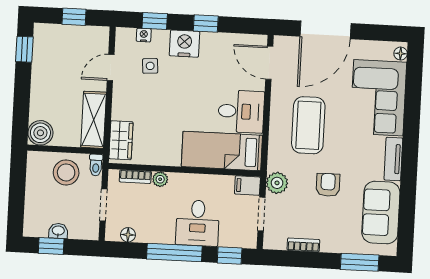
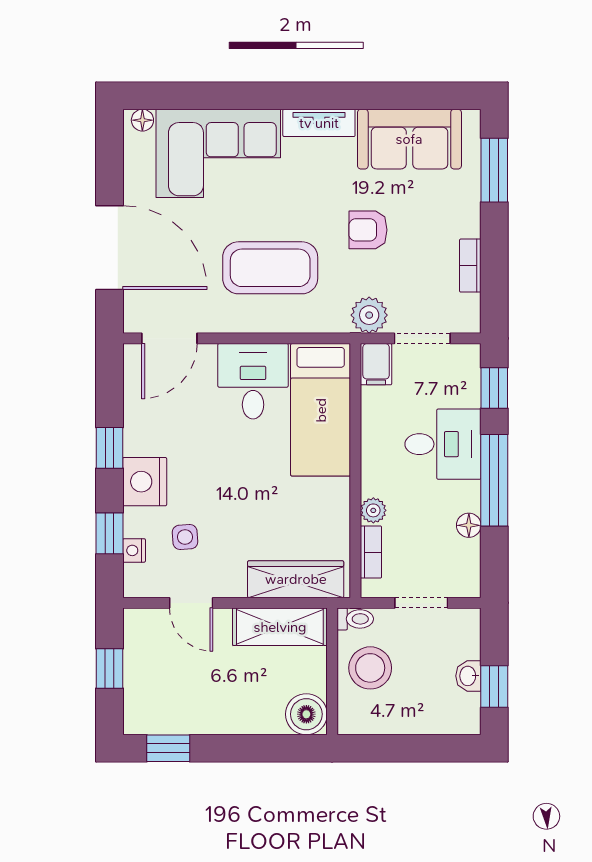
wardrobe: (121, 140) -> (296, 579), width x1.50
floor lamp: (128, 235) -> (469, 525), moved

